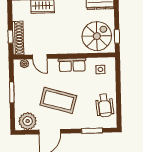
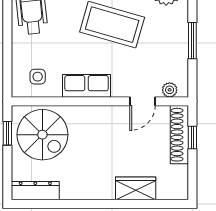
spiral stairs: (97, 36) -> (42, 135), turned -90
door: (40, 57) -> (142, 101), swing flipped

